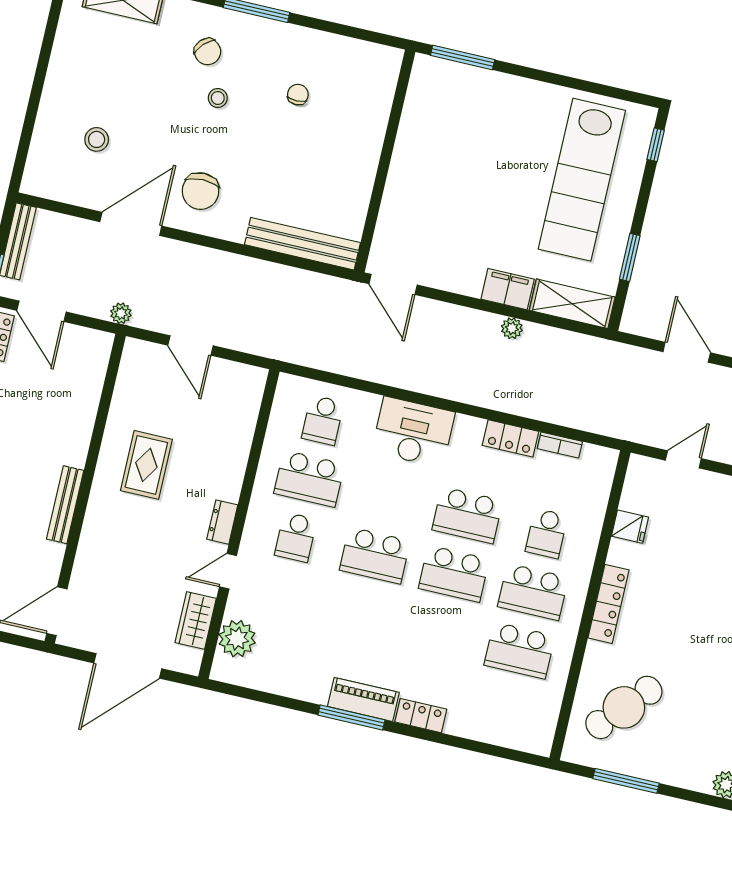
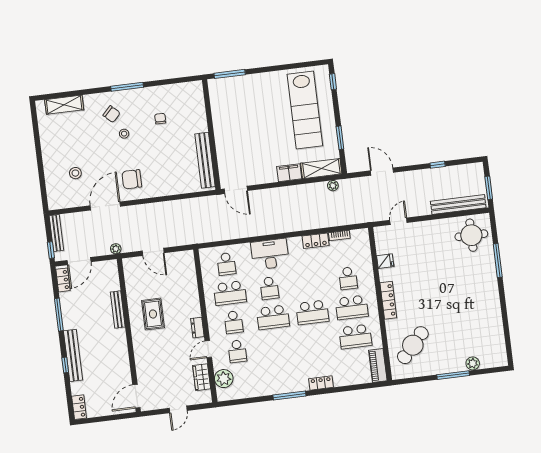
chair: (201, 191) -> (132, 179), turned 90
bench: (302, 244) -> (205, 160), moved, turned 90
door: (42, 311) -> (79, 261), hinge flipped
plant: (512, 328) -> (333, 186), moved
bench: (65, 505) -> (118, 309), moved
school desk: (467, 515) -> (269, 288), moved, width x0.54
school desk: (282, 596) -> (237, 351), added
door: (128, 666) -> (178, 409), width x0.53
piano: (363, 699) -> (378, 365), moved, turned -90
window: (626, 781) -> (453, 375), moved

